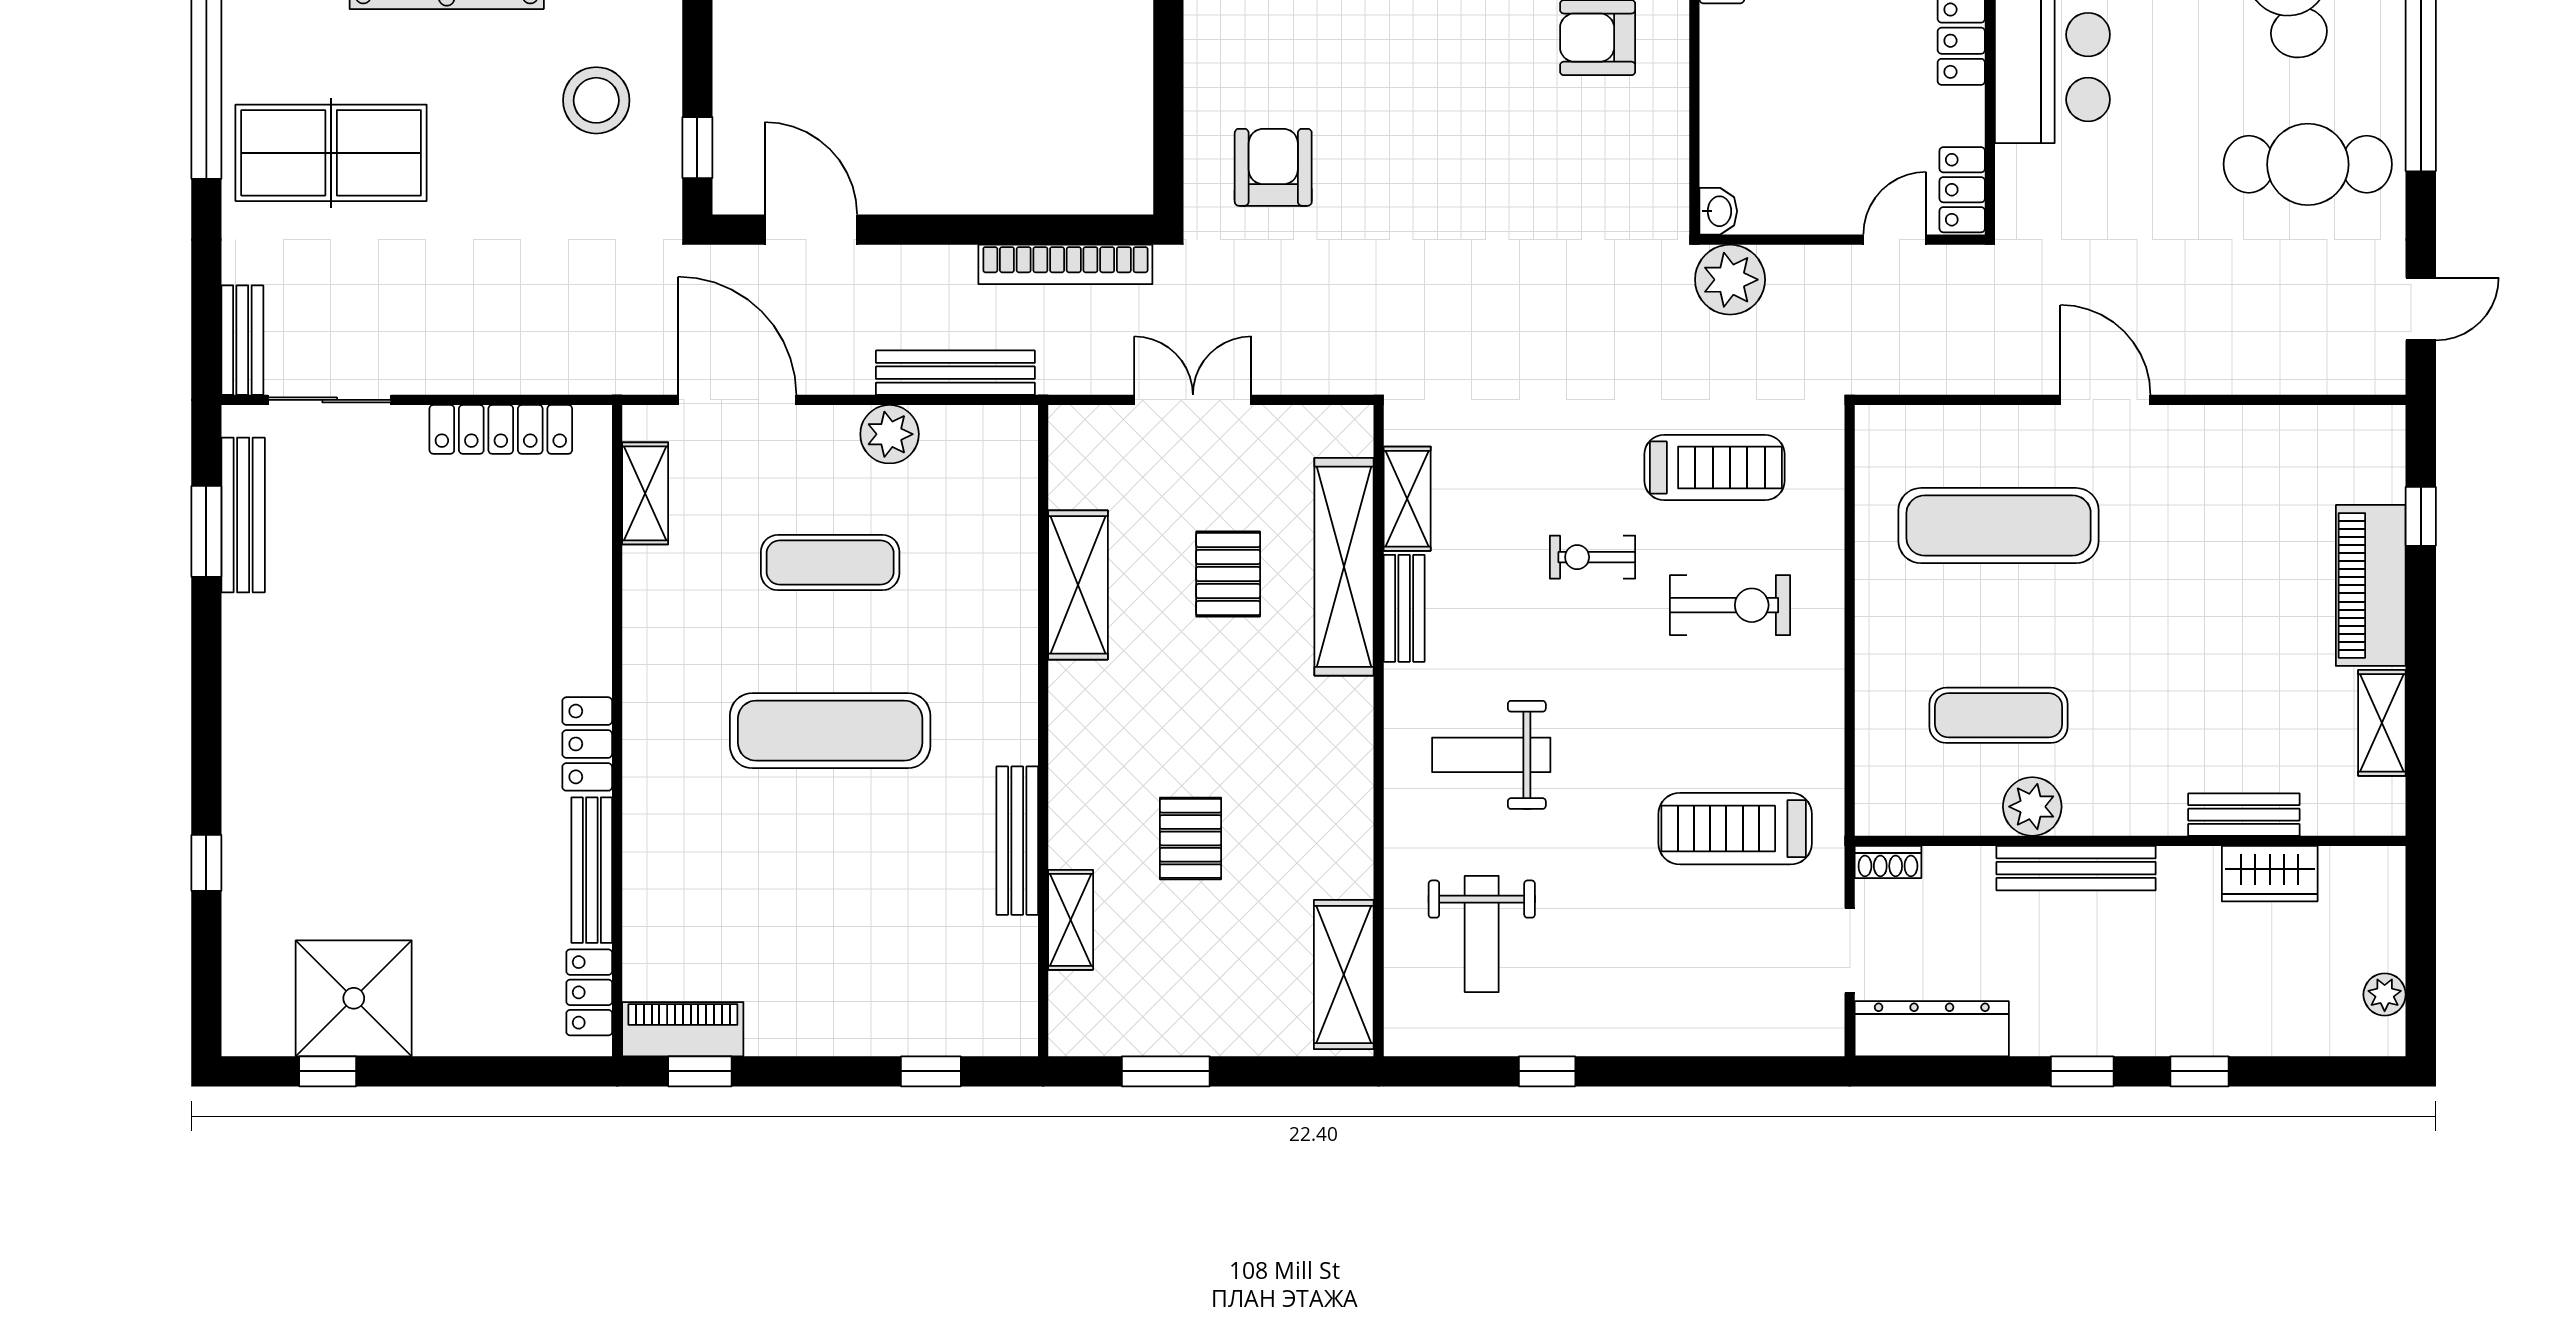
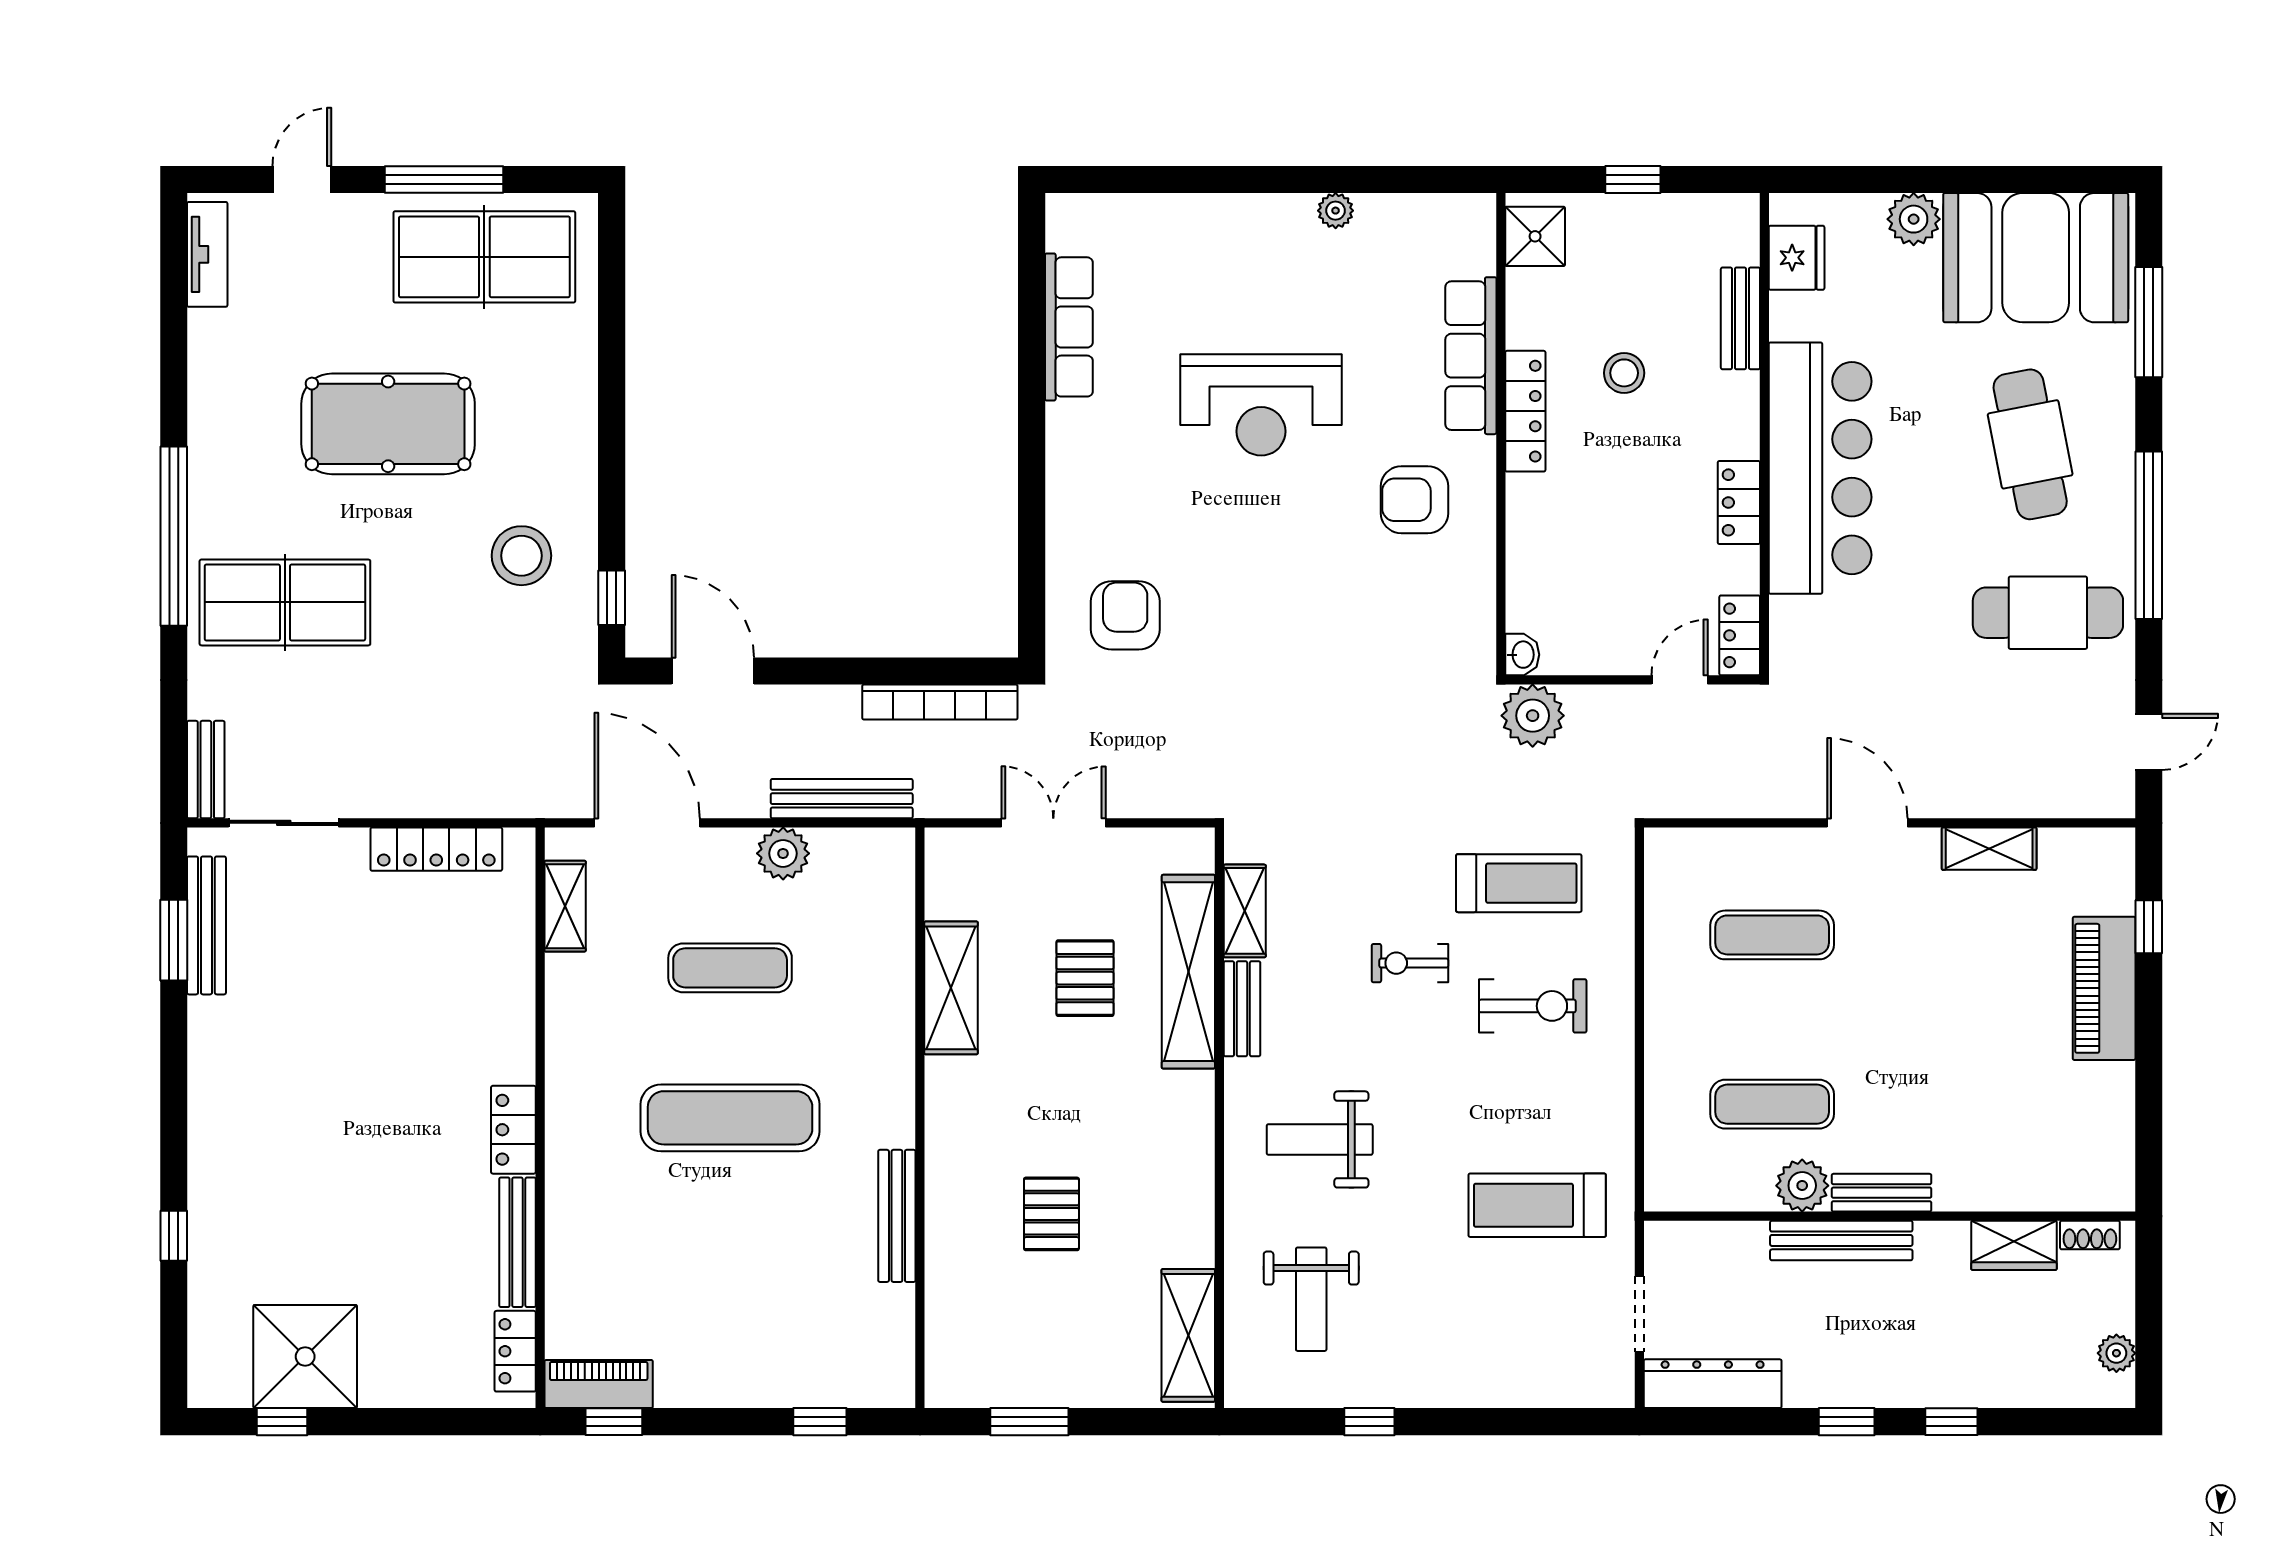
exercise mat: (1999, 526) -> (1772, 935), width x0.73, depth x0.69
shelving: (2382, 723) -> (1989, 849), moved, turned 90
bench: (2244, 815) -> (1882, 1193), moved
shoe rack: (1888, 862) -> (2090, 1235), moved
shelving: (1071, 920) -> (944, 1287), removed

